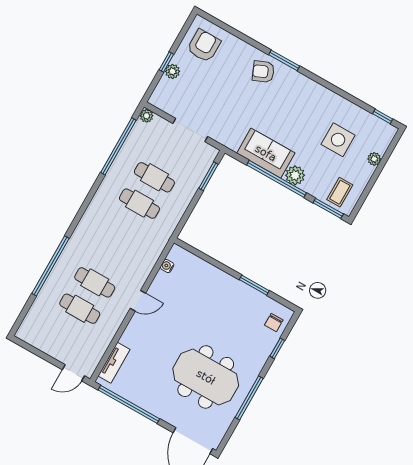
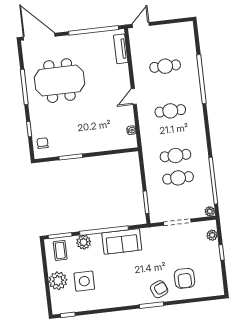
armchair: (204, 46) -> (185, 278), moved
plant: (172, 71) -> (212, 235), moved
plant: (374, 159) -> (58, 281), width x1.87, depth x1.87
plant: (295, 175) -> (84, 242), moved
cafe table: (95, 282) -> (170, 111), moved

